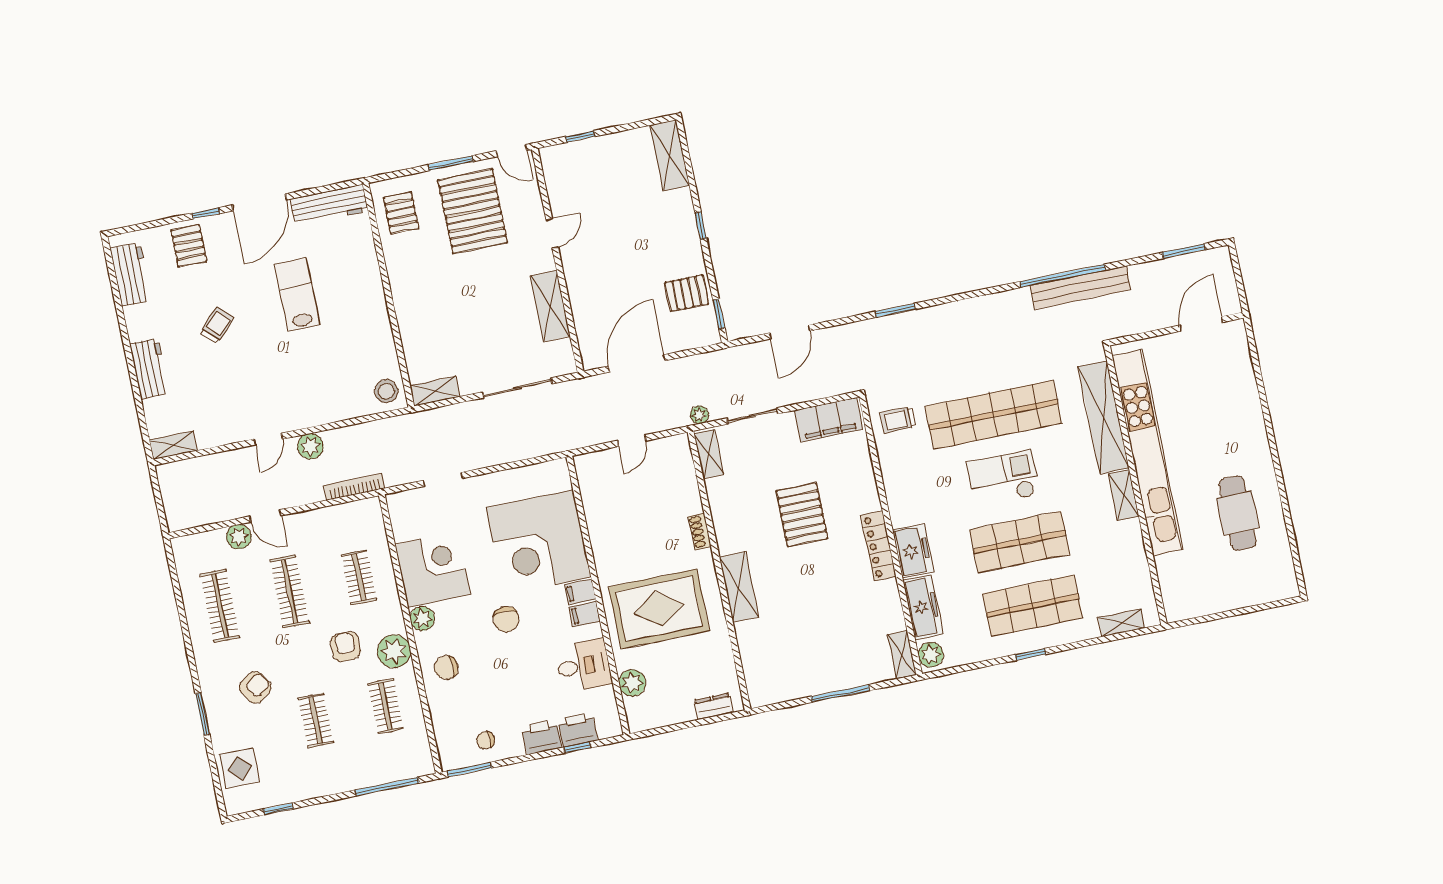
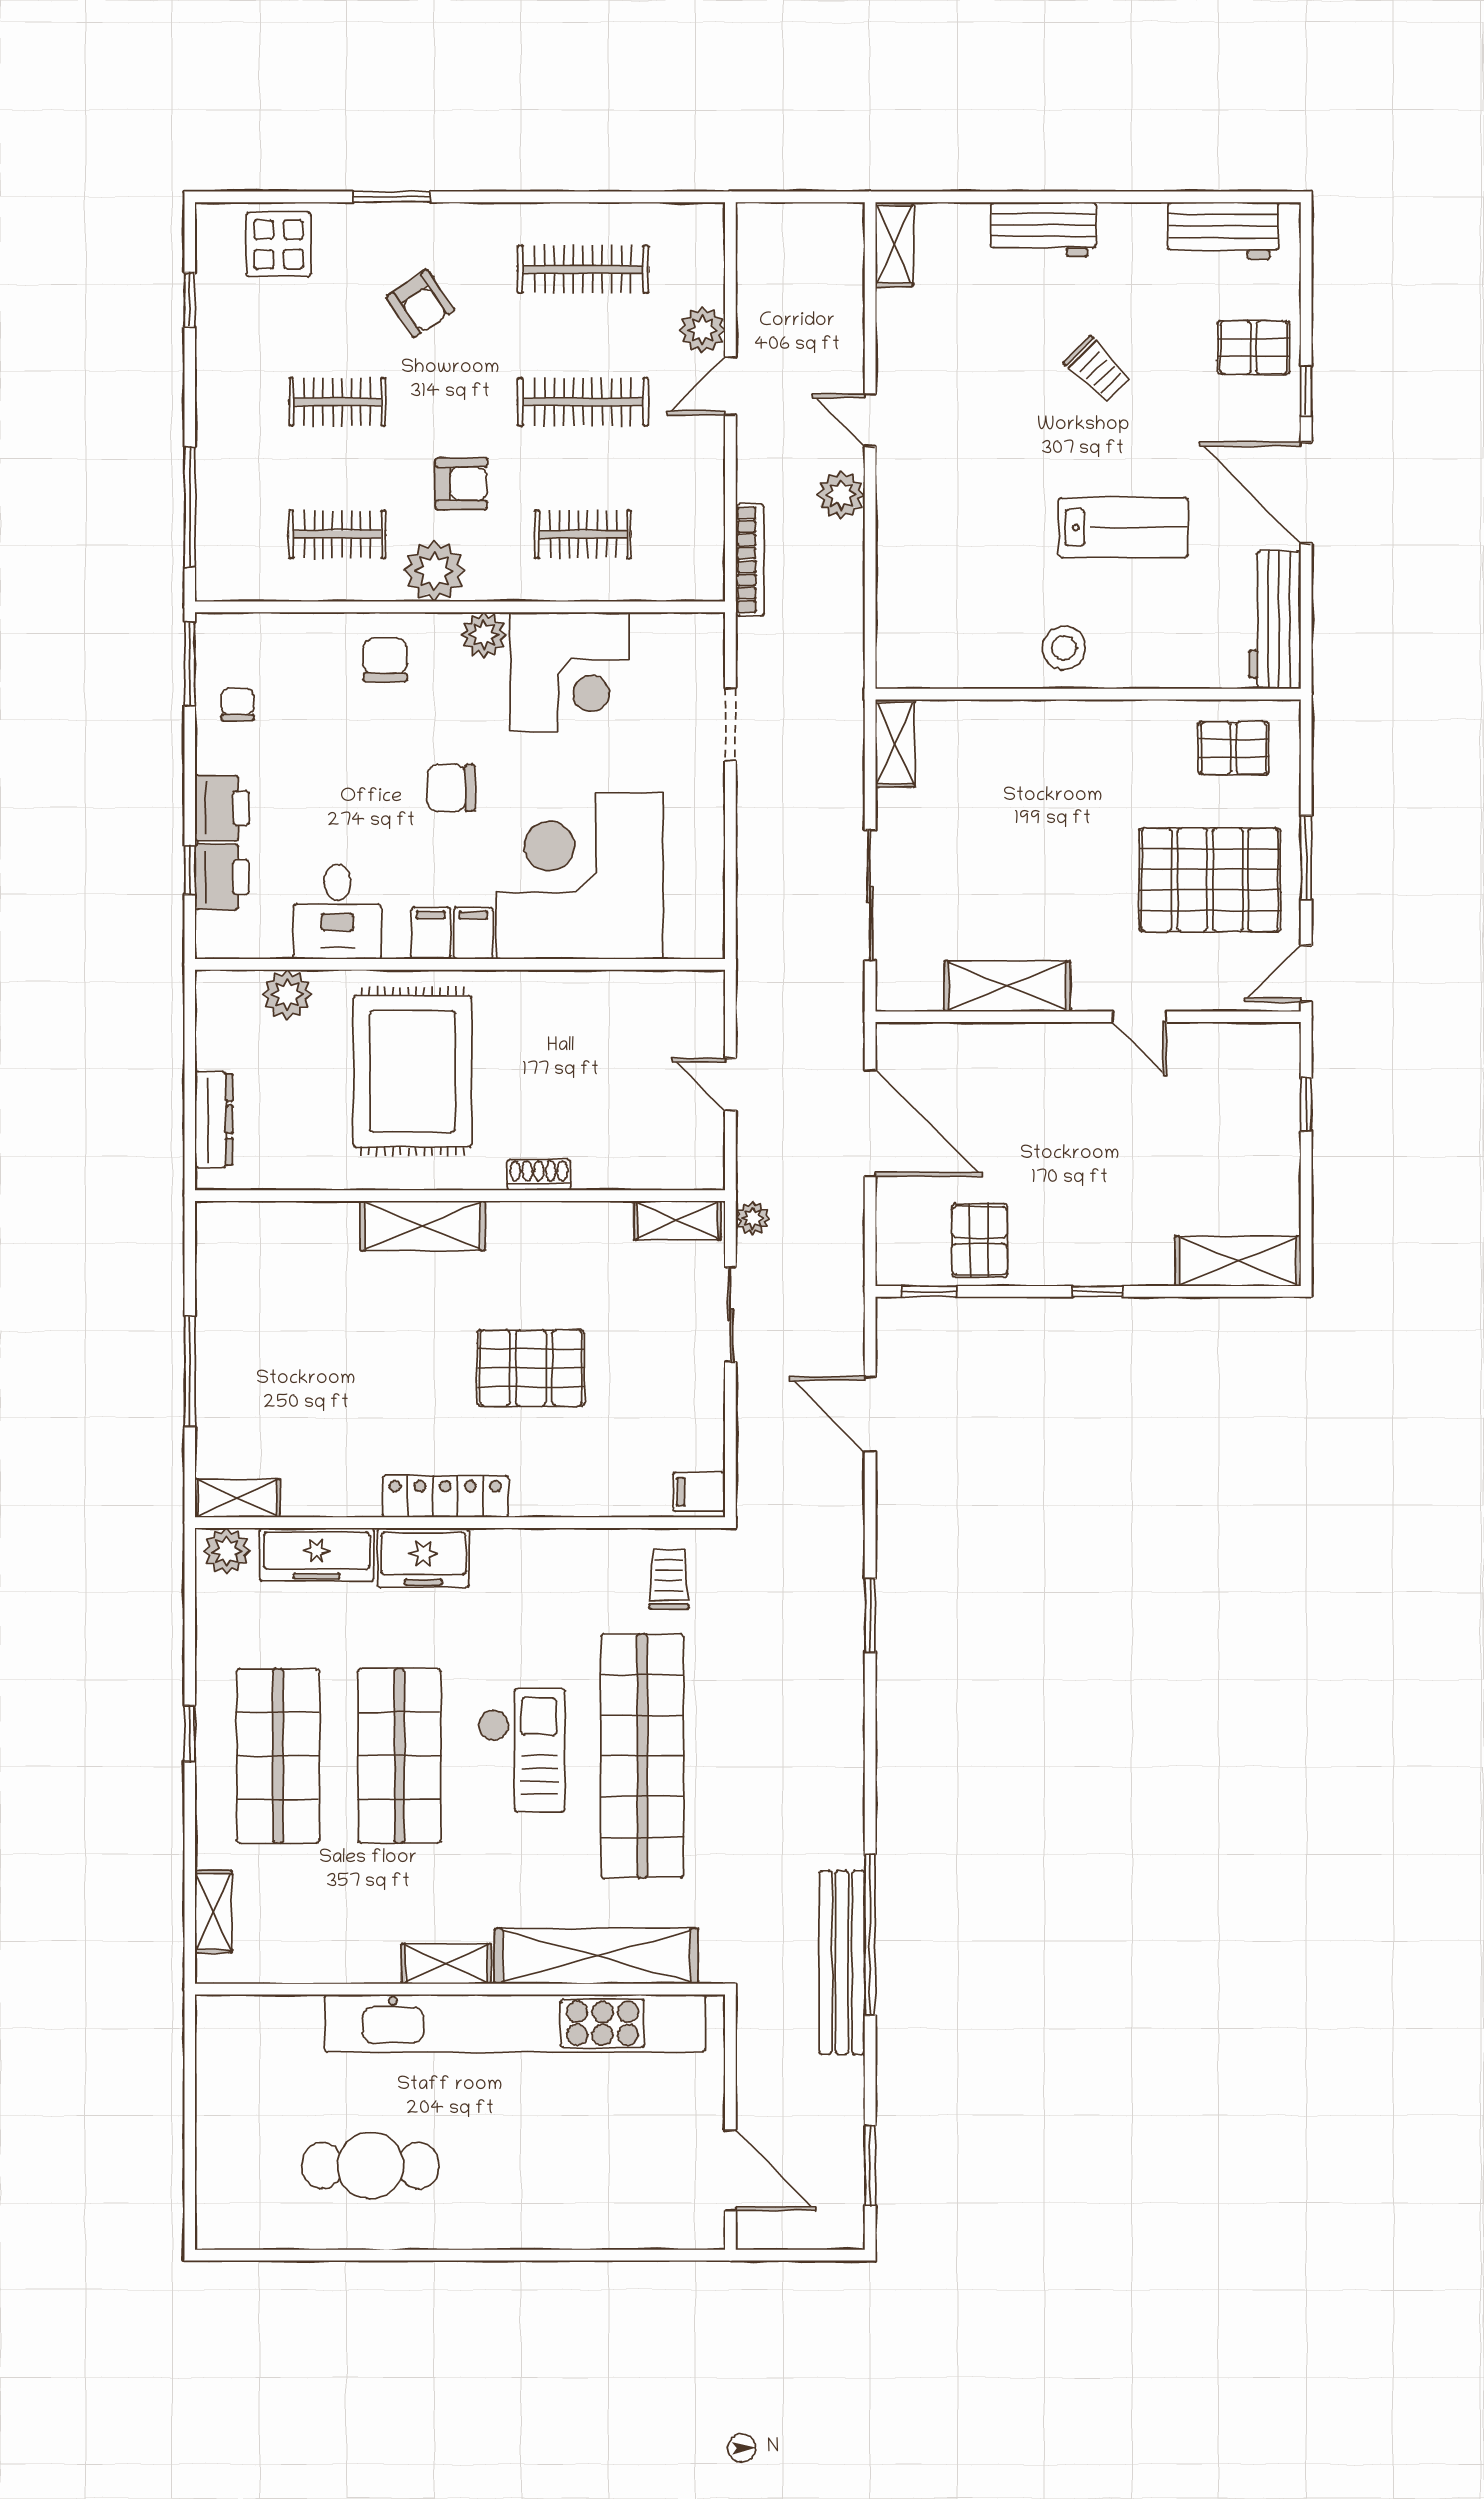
stool: (386, 391) -> (1064, 648), moved
filing cabinet: (829, 420) -> (699, 1492), width x0.33, depth x0.86
dresser: (713, 706) -> (214, 1120), width x1.44

